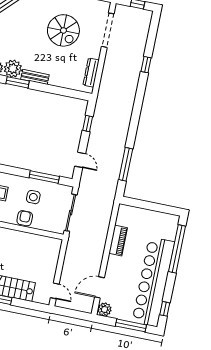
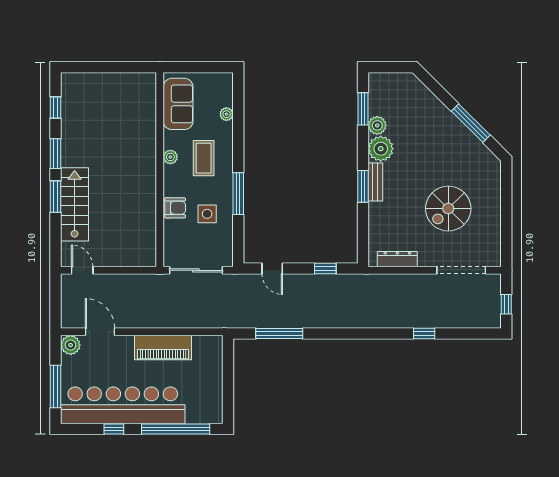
window: (18, 82) -> (363, 186), moved
door: (80, 160) -> (272, 269), hinge flipped
window: (44, 177) -> (238, 194), moved
piano: (118, 241) -> (163, 347), width x1.37, depth x1.33
door: (55, 291) -> (82, 270), swing flipped
window: (165, 309) -> (114, 429), moved

